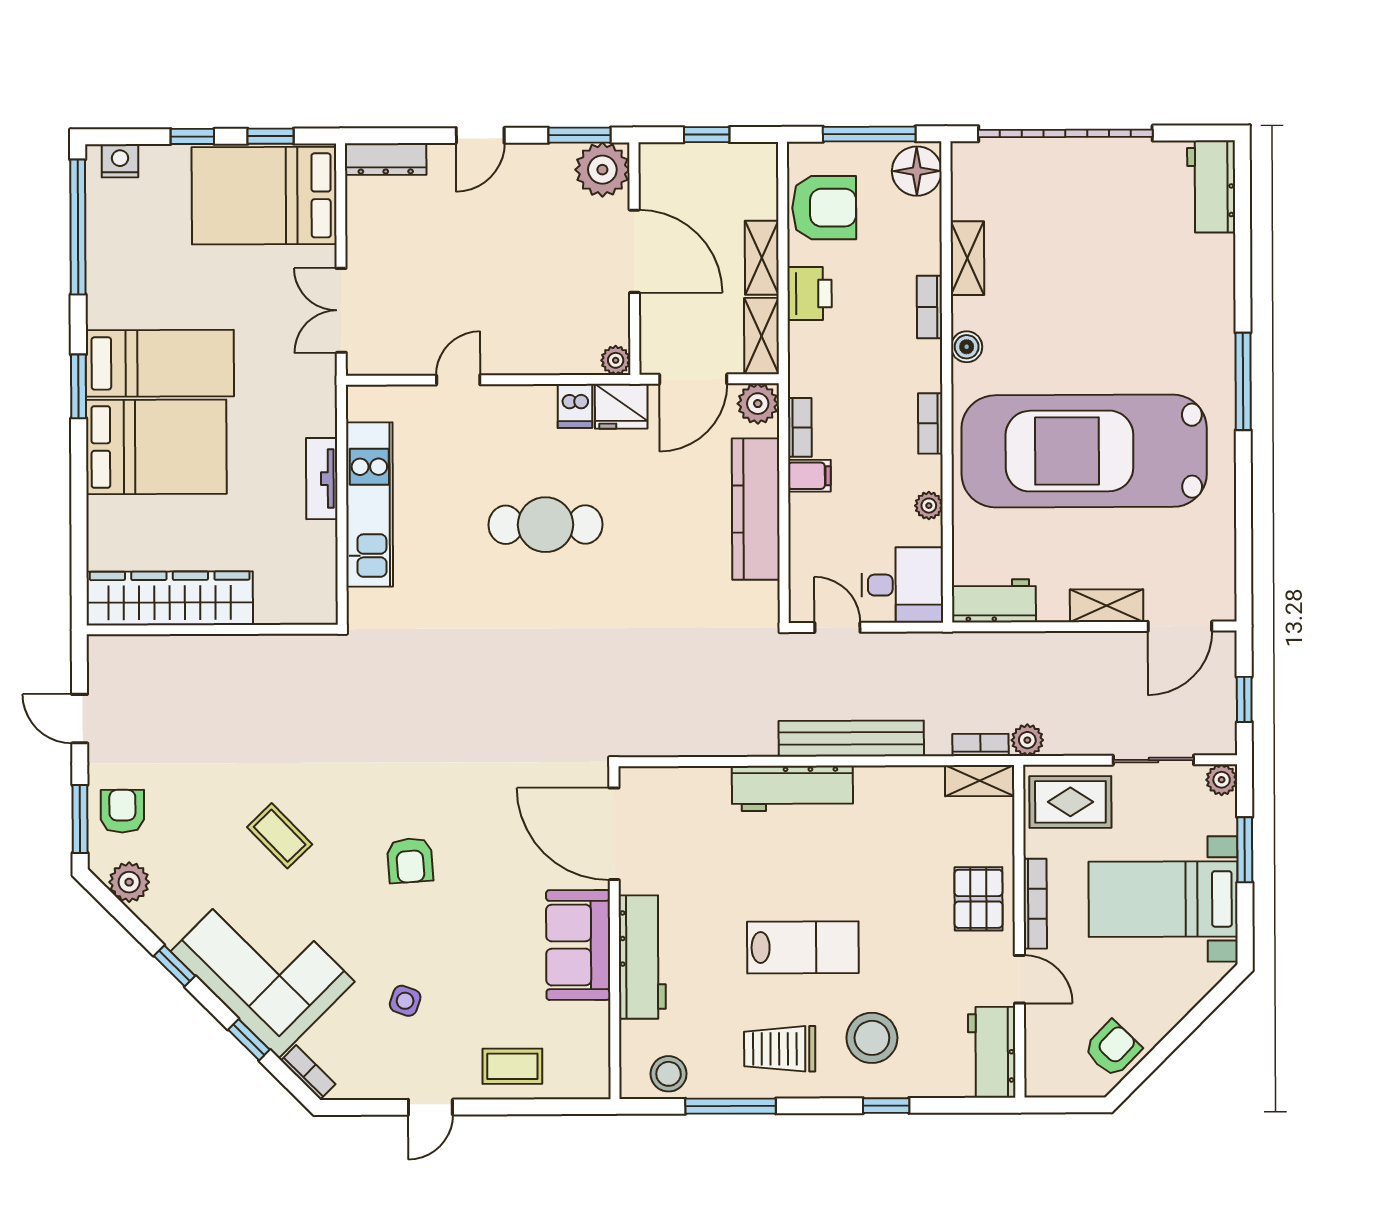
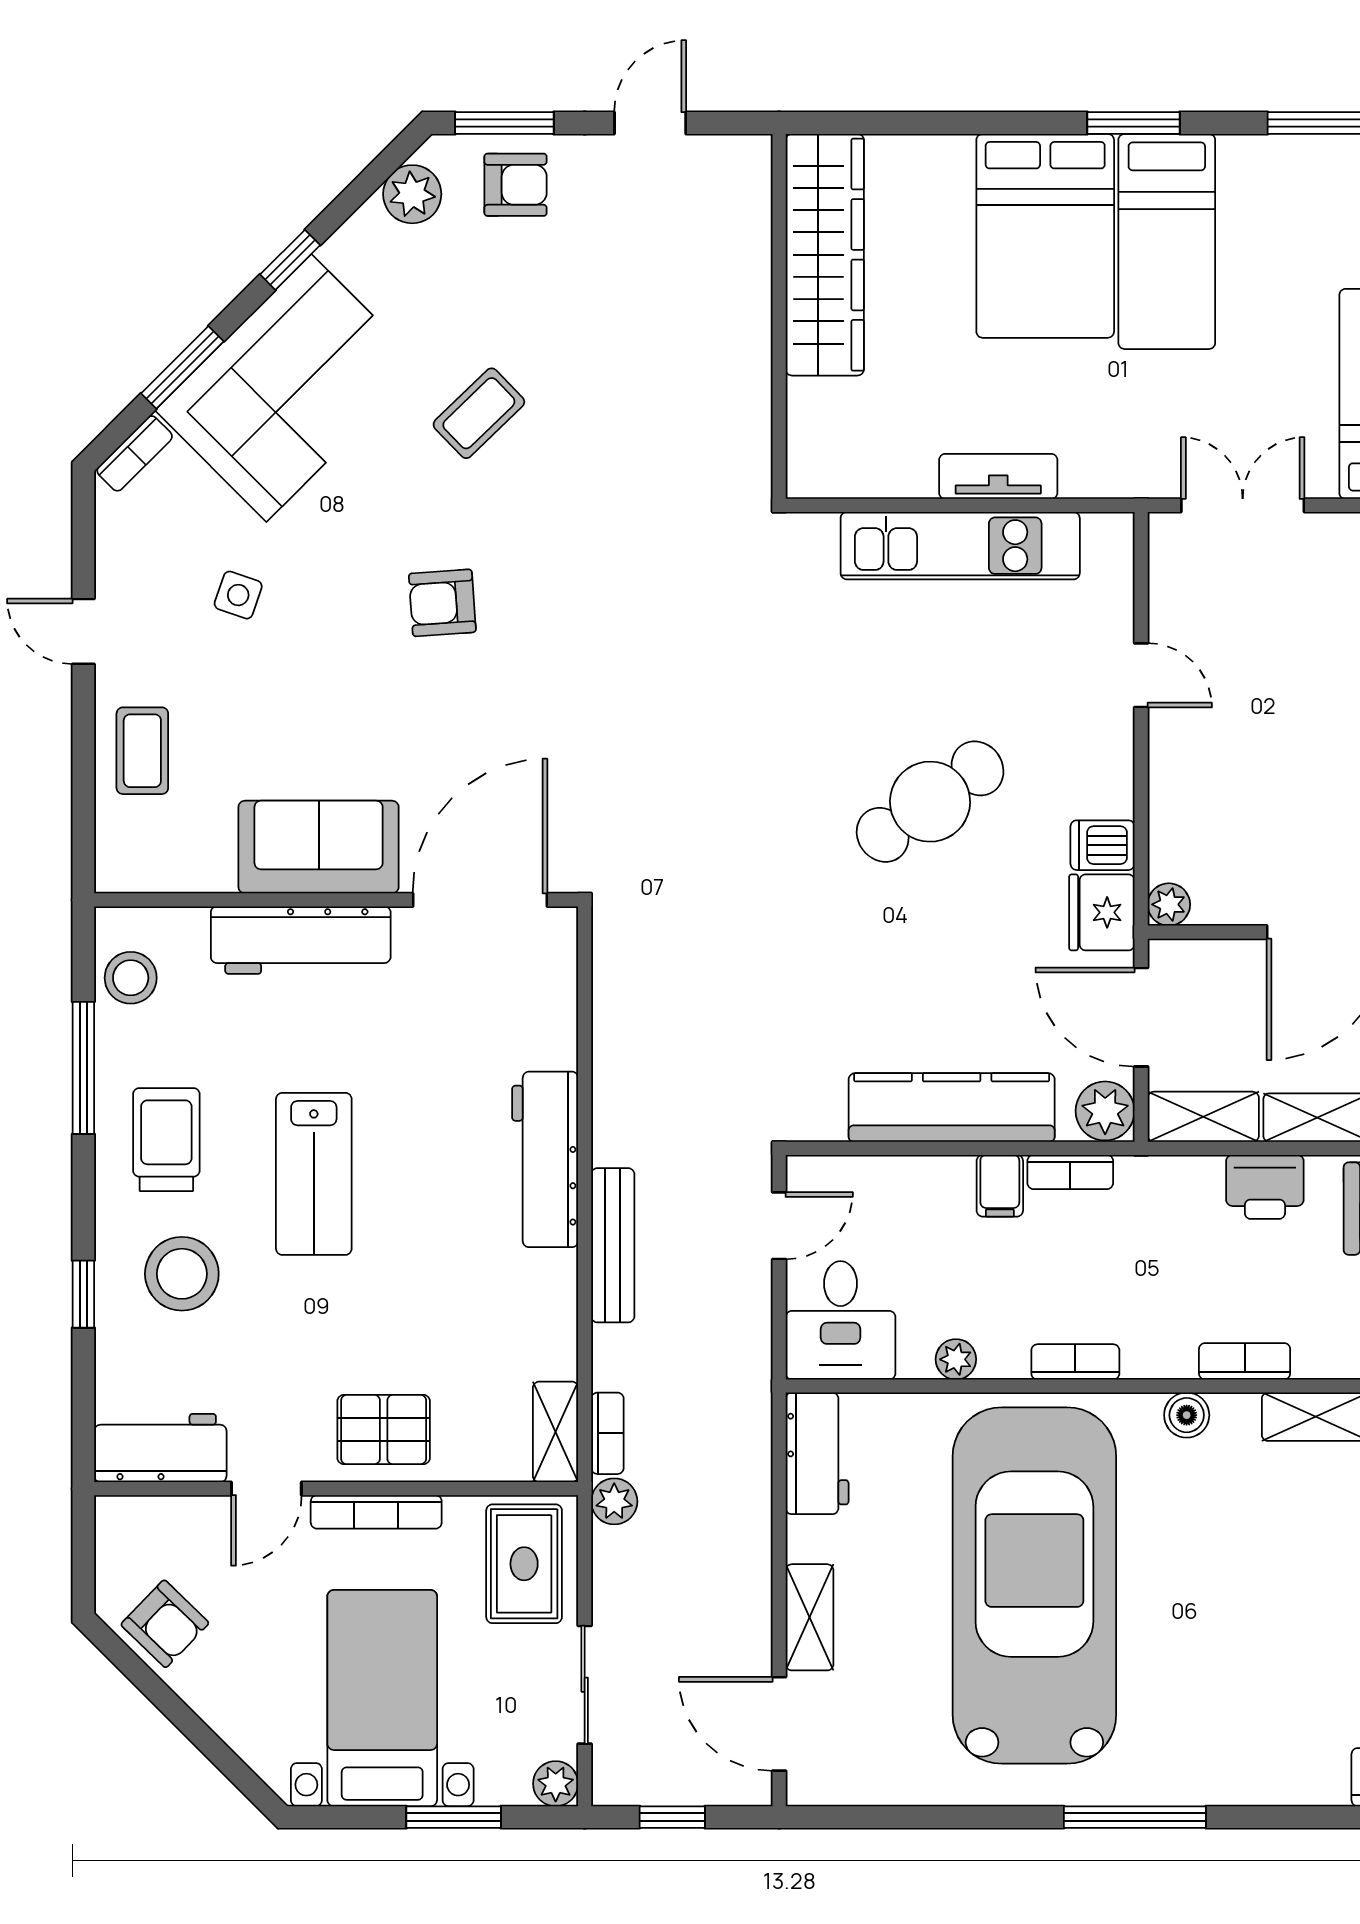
cafe table: (545, 525) -> (930, 802), turned 55
bench: (851, 739) -> (613, 1245), width x0.73, depth x0.82
window: (249, 1040) -> (182, 367), width x1.50

